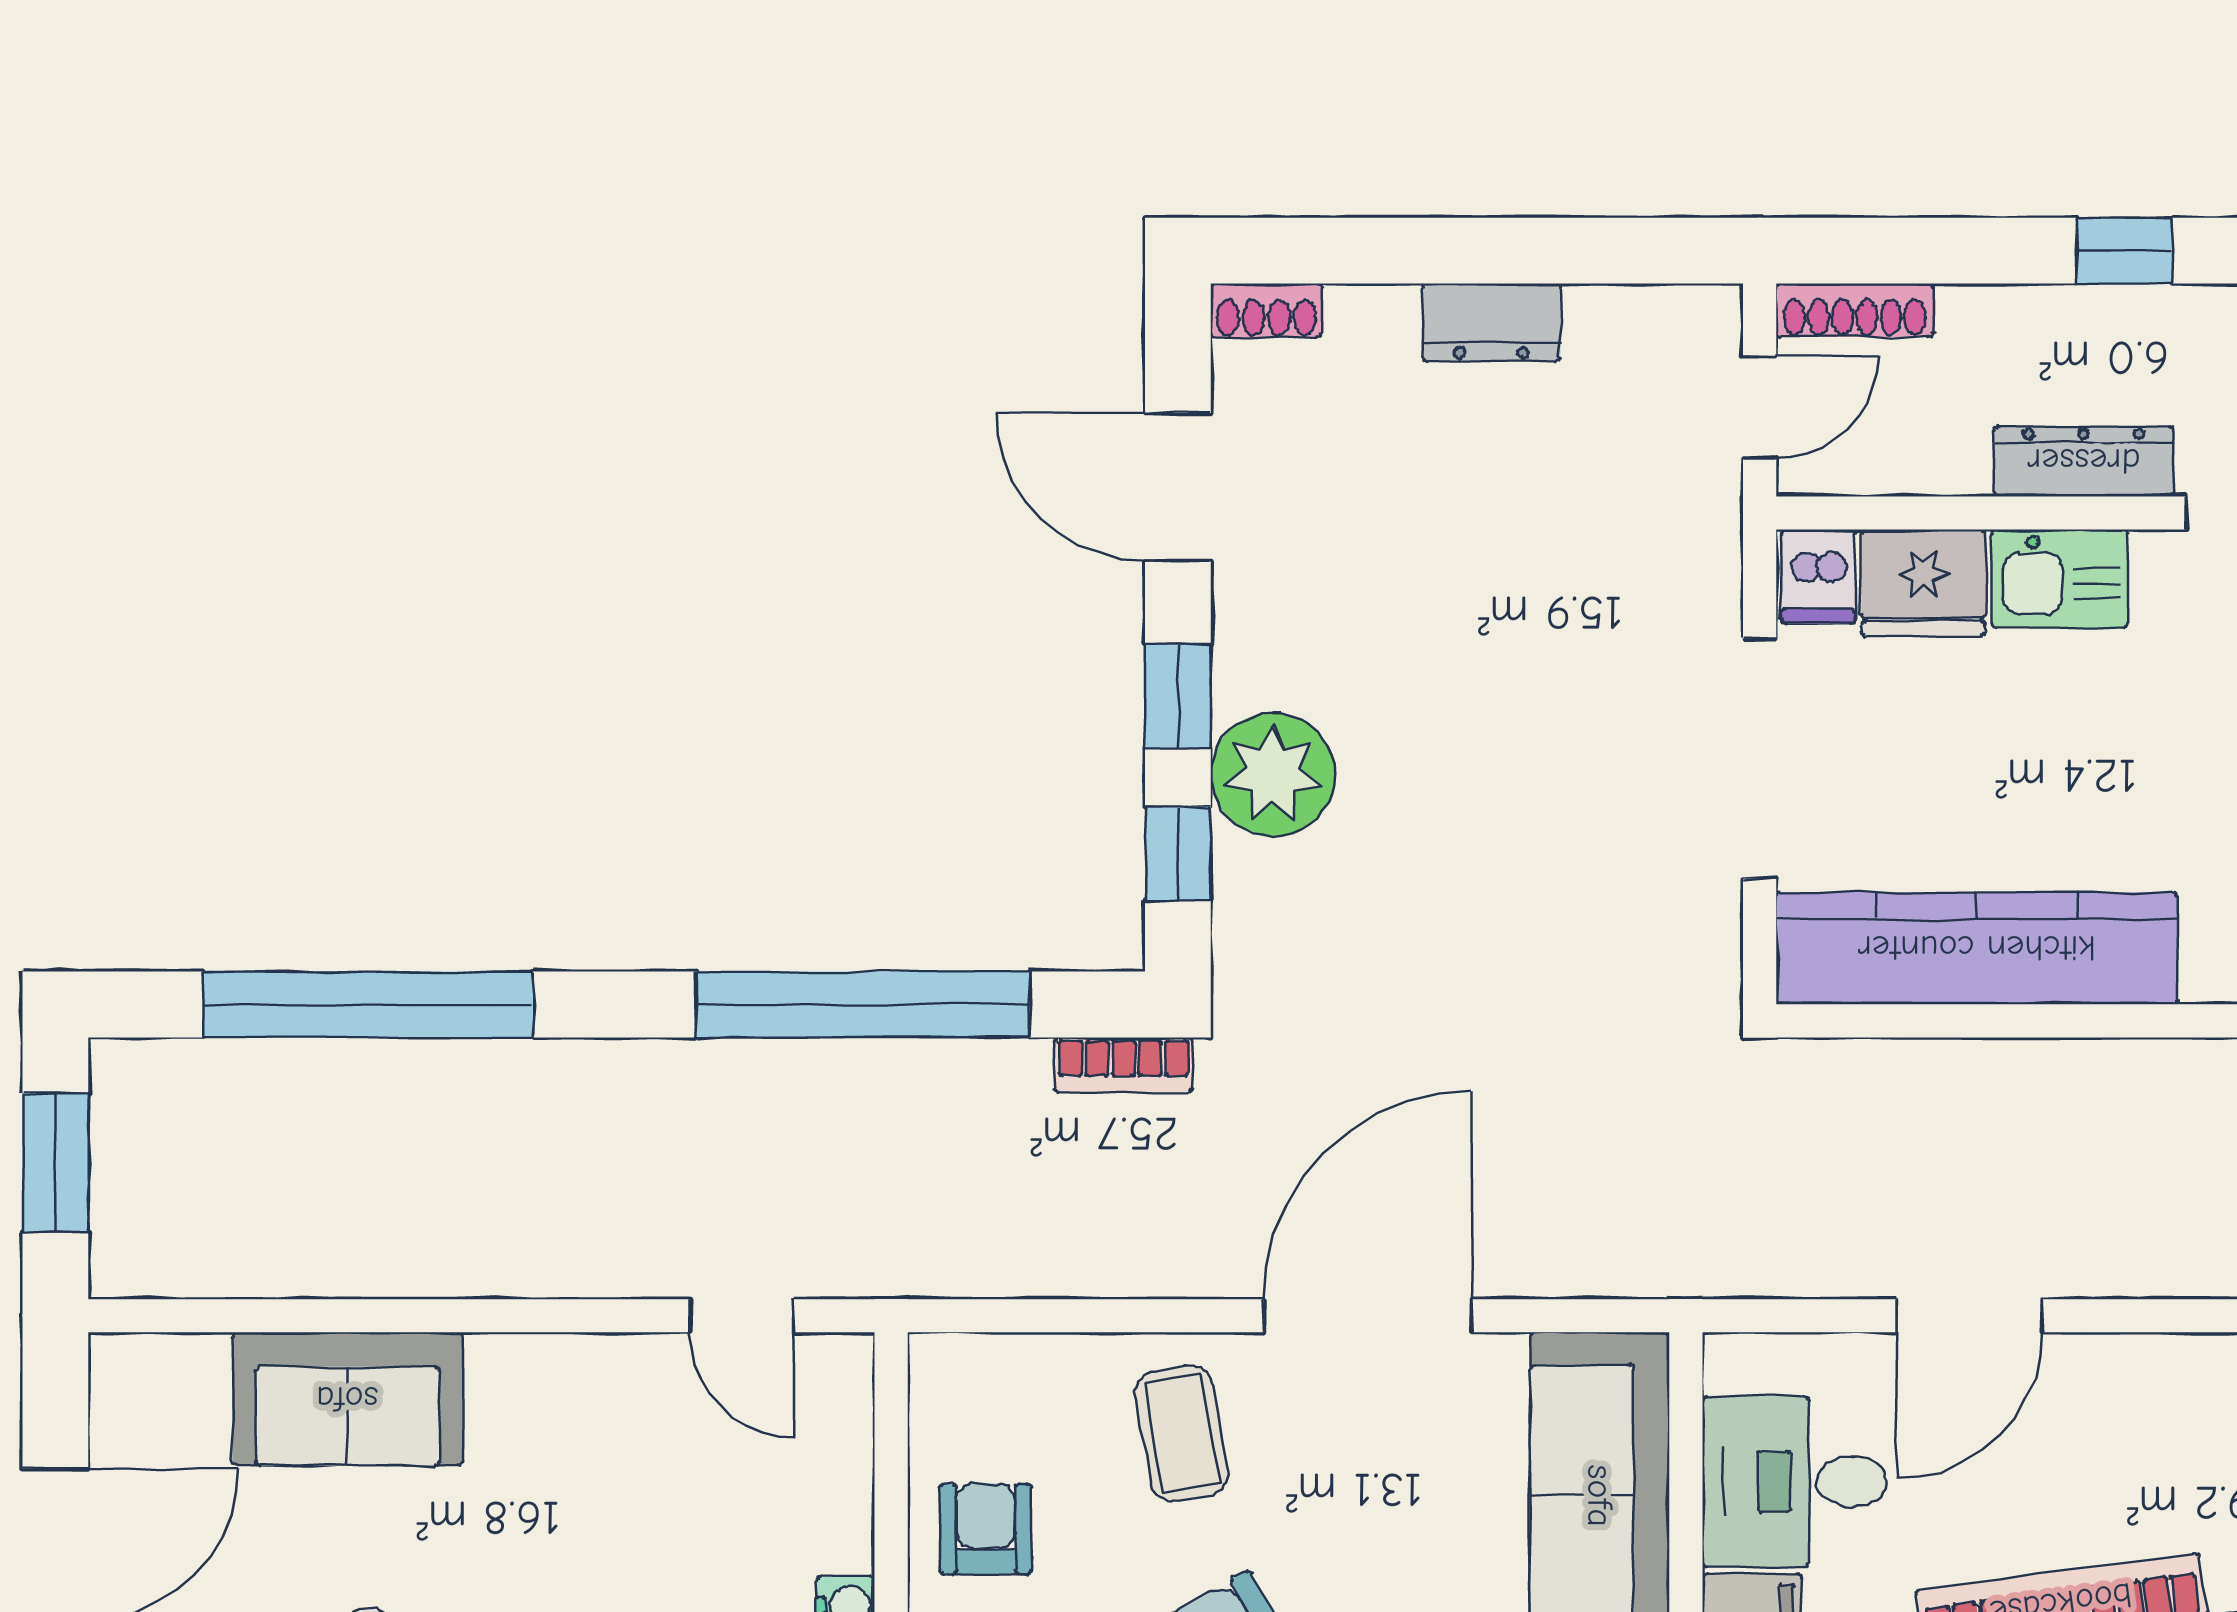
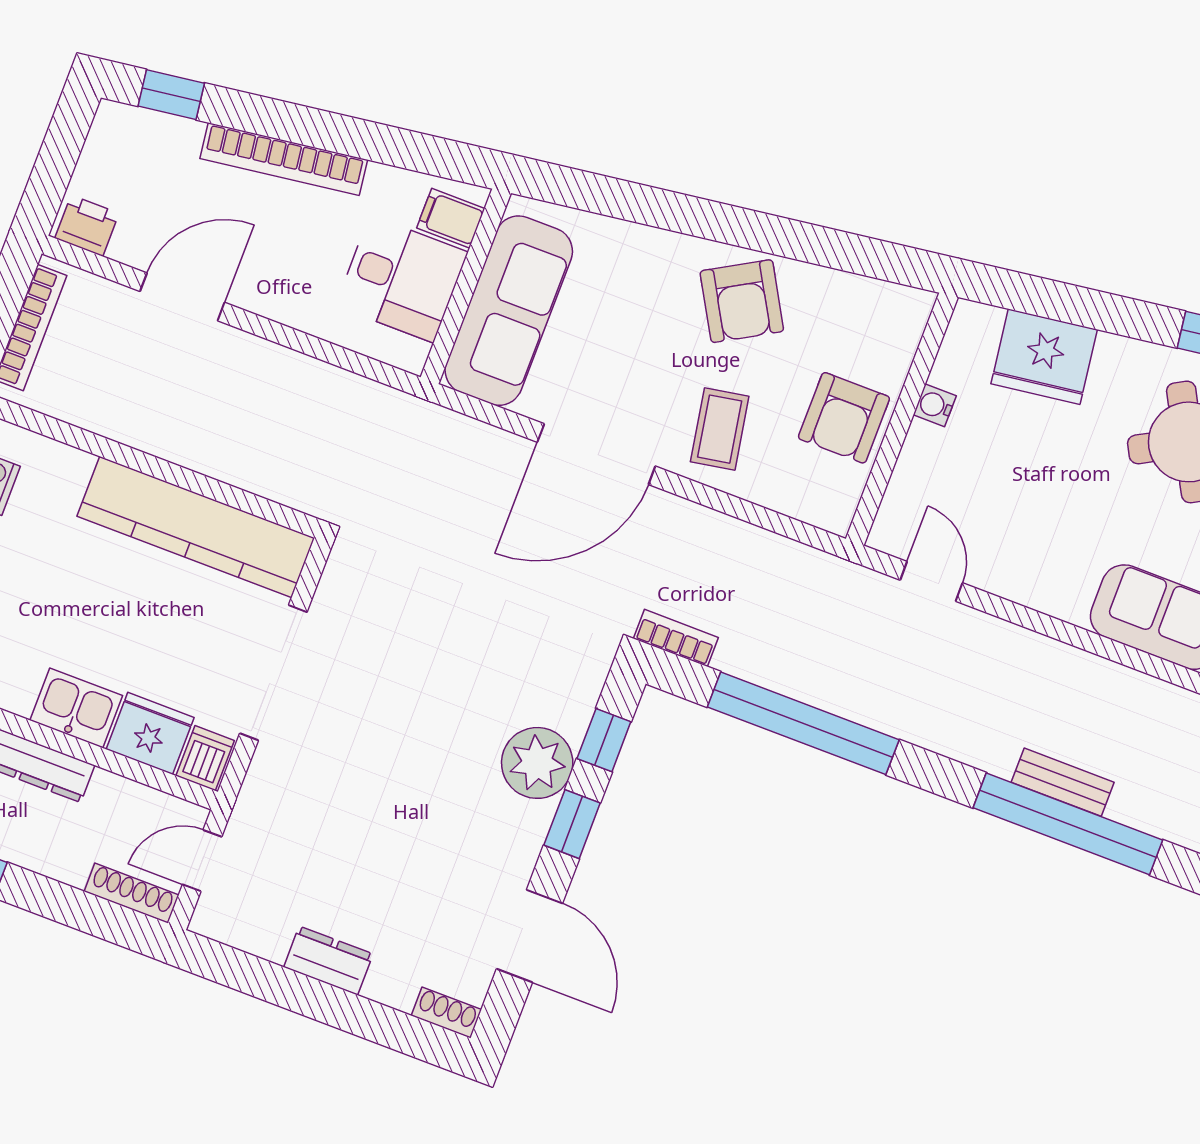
bench: (402, 1069) -> (1063, 782), added
door: (1969, 1316) -> (182, 297), moved
armchair: (986, 1529) -> (844, 418), width x1.38, depth x1.38

